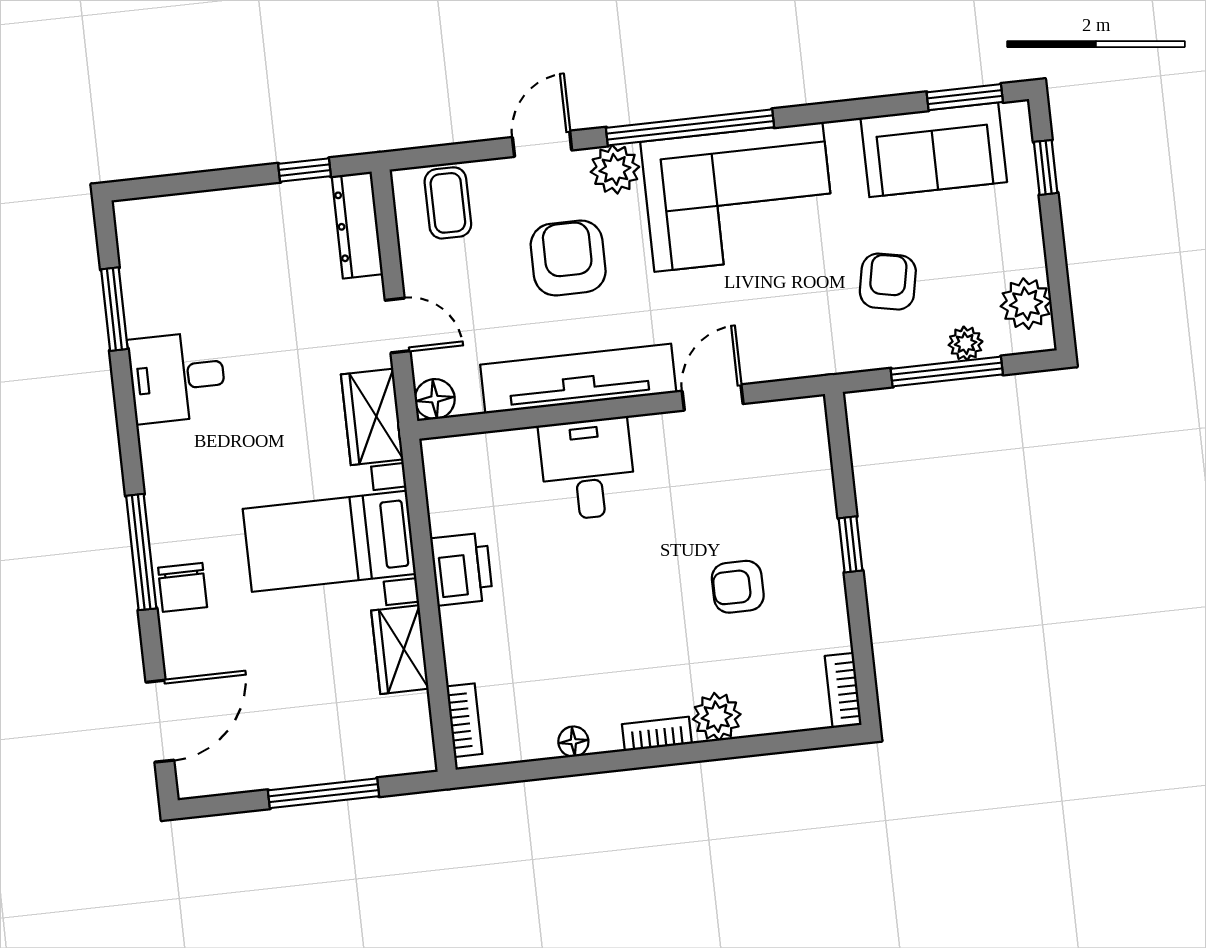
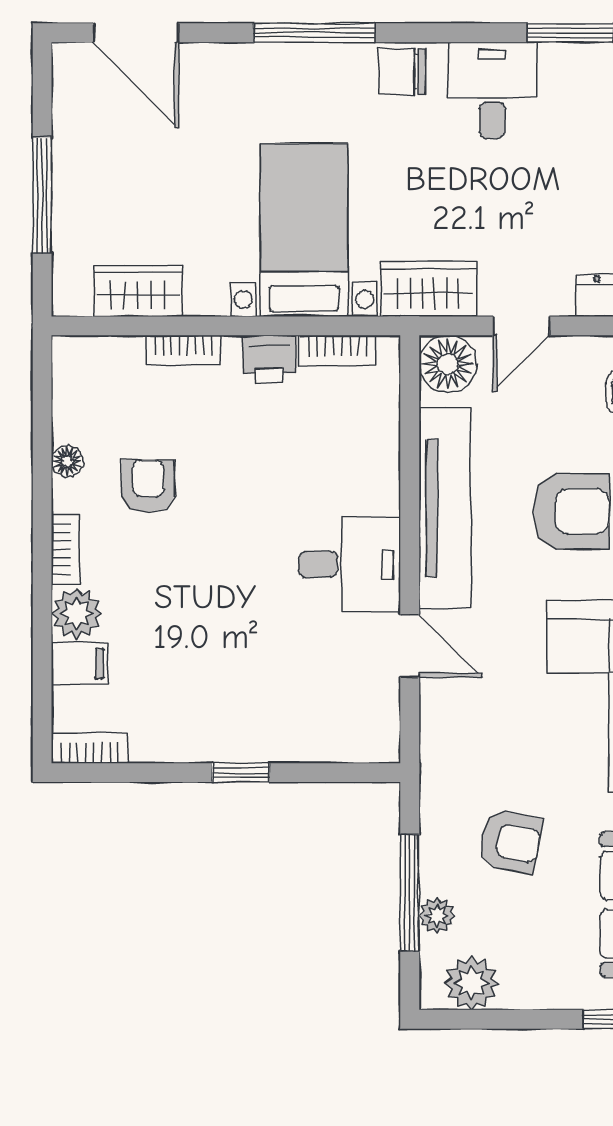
floor lamp: (435, 399) -> (448, 364), width x1.38, depth x1.38
desk: (588, 469) -> (350, 564), moved
bookcase: (440, 497) -> (338, 351), added
printer: (462, 569) -> (269, 359), width x0.73, depth x0.81
chair: (183, 587) -> (402, 72), moved
armchair: (738, 587) -> (148, 486), moved
wardrobe: (400, 650) -> (138, 291), moved
filing cabinet: (764, 709) -> (80, 664), added
bookcase: (464, 720) -> (183, 350), moved

